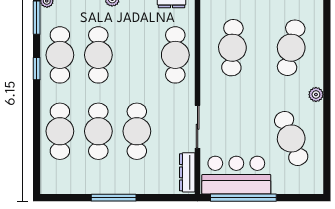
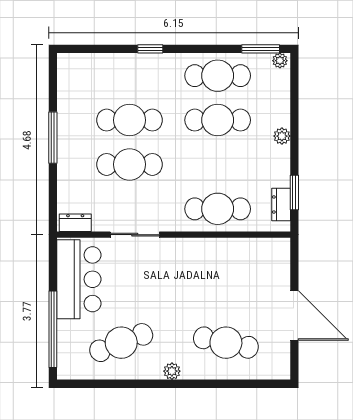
cafe table: (232, 48) -> (226, 275), removed
window: (37, 69) -> (150, 49), moved
cafe table: (60, 131) -> (130, 76), removed
dresser: (187, 172) -> (75, 223), width x0.70
window: (243, 198) -> (53, 329), moved

